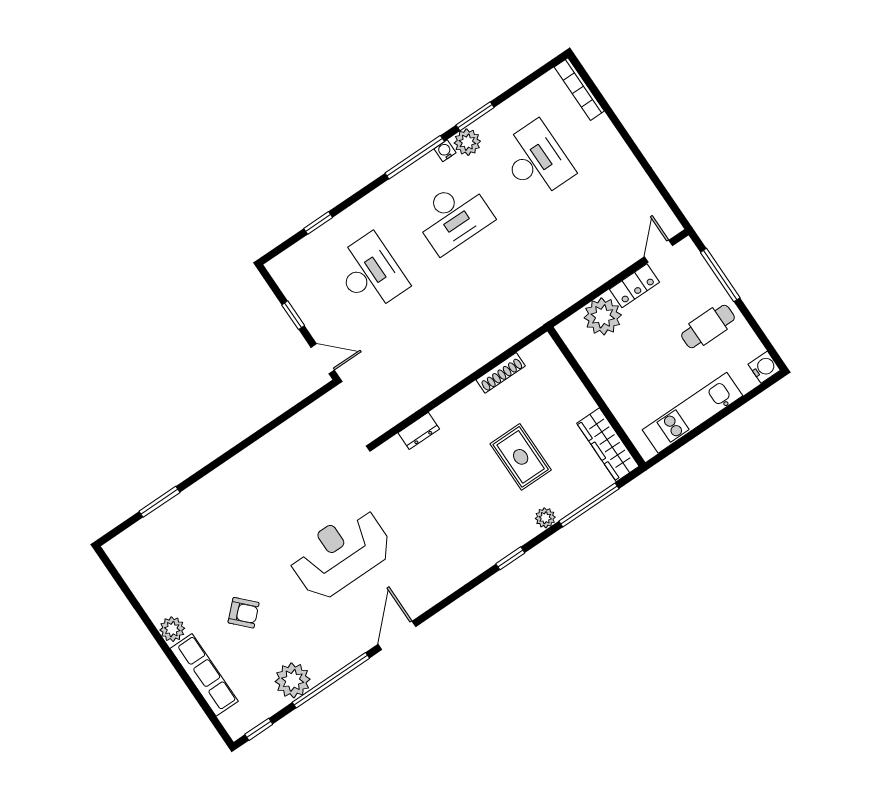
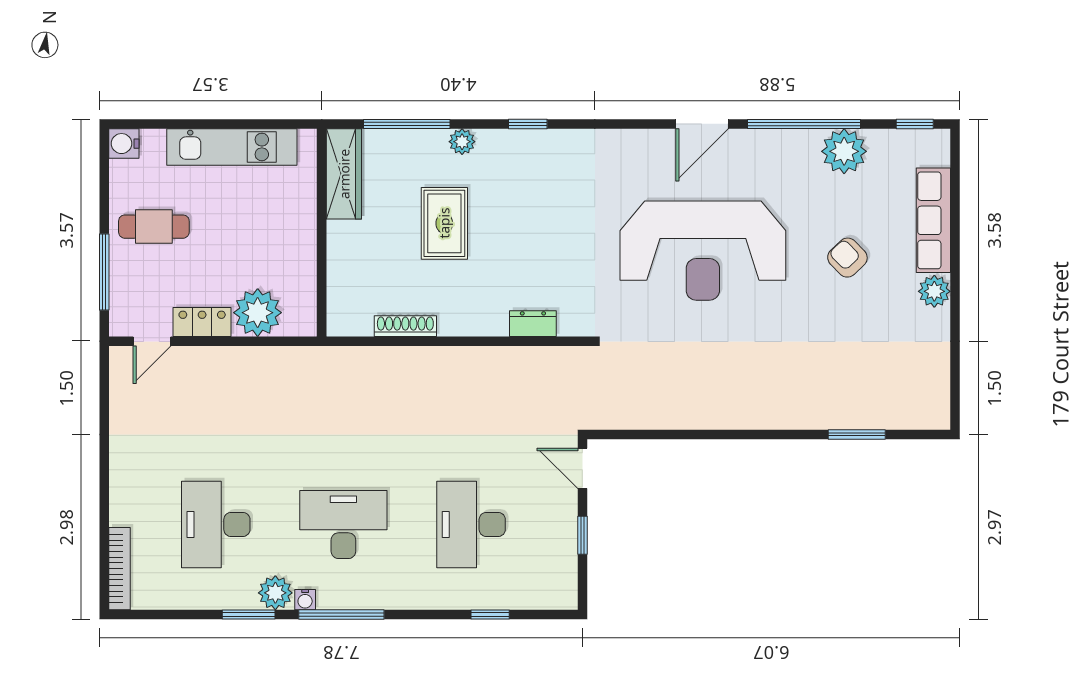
reception desk: (341, 553) -> (703, 251), width x1.36, depth x1.30

